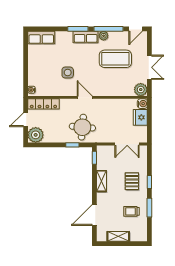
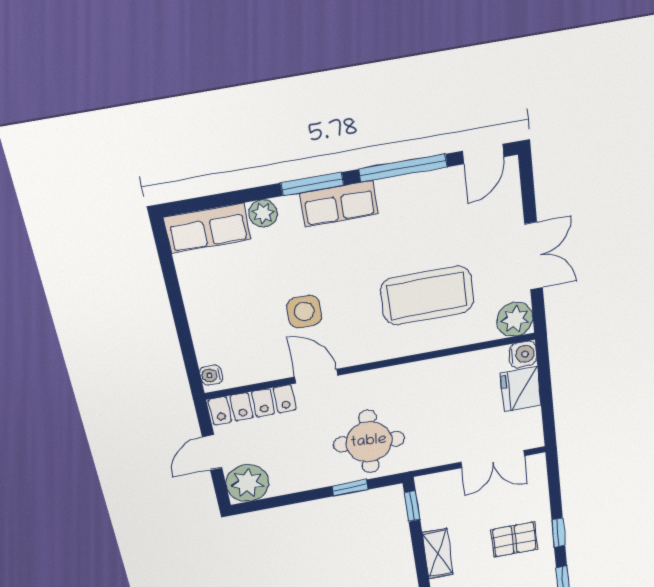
plant: (104, 36) -> (263, 213), moved
coffee table: (115, 59) -> (427, 296), moved
door: (85, 97) -> (316, 376), moved
pallet: (132, 181) -> (514, 539), turned 90

